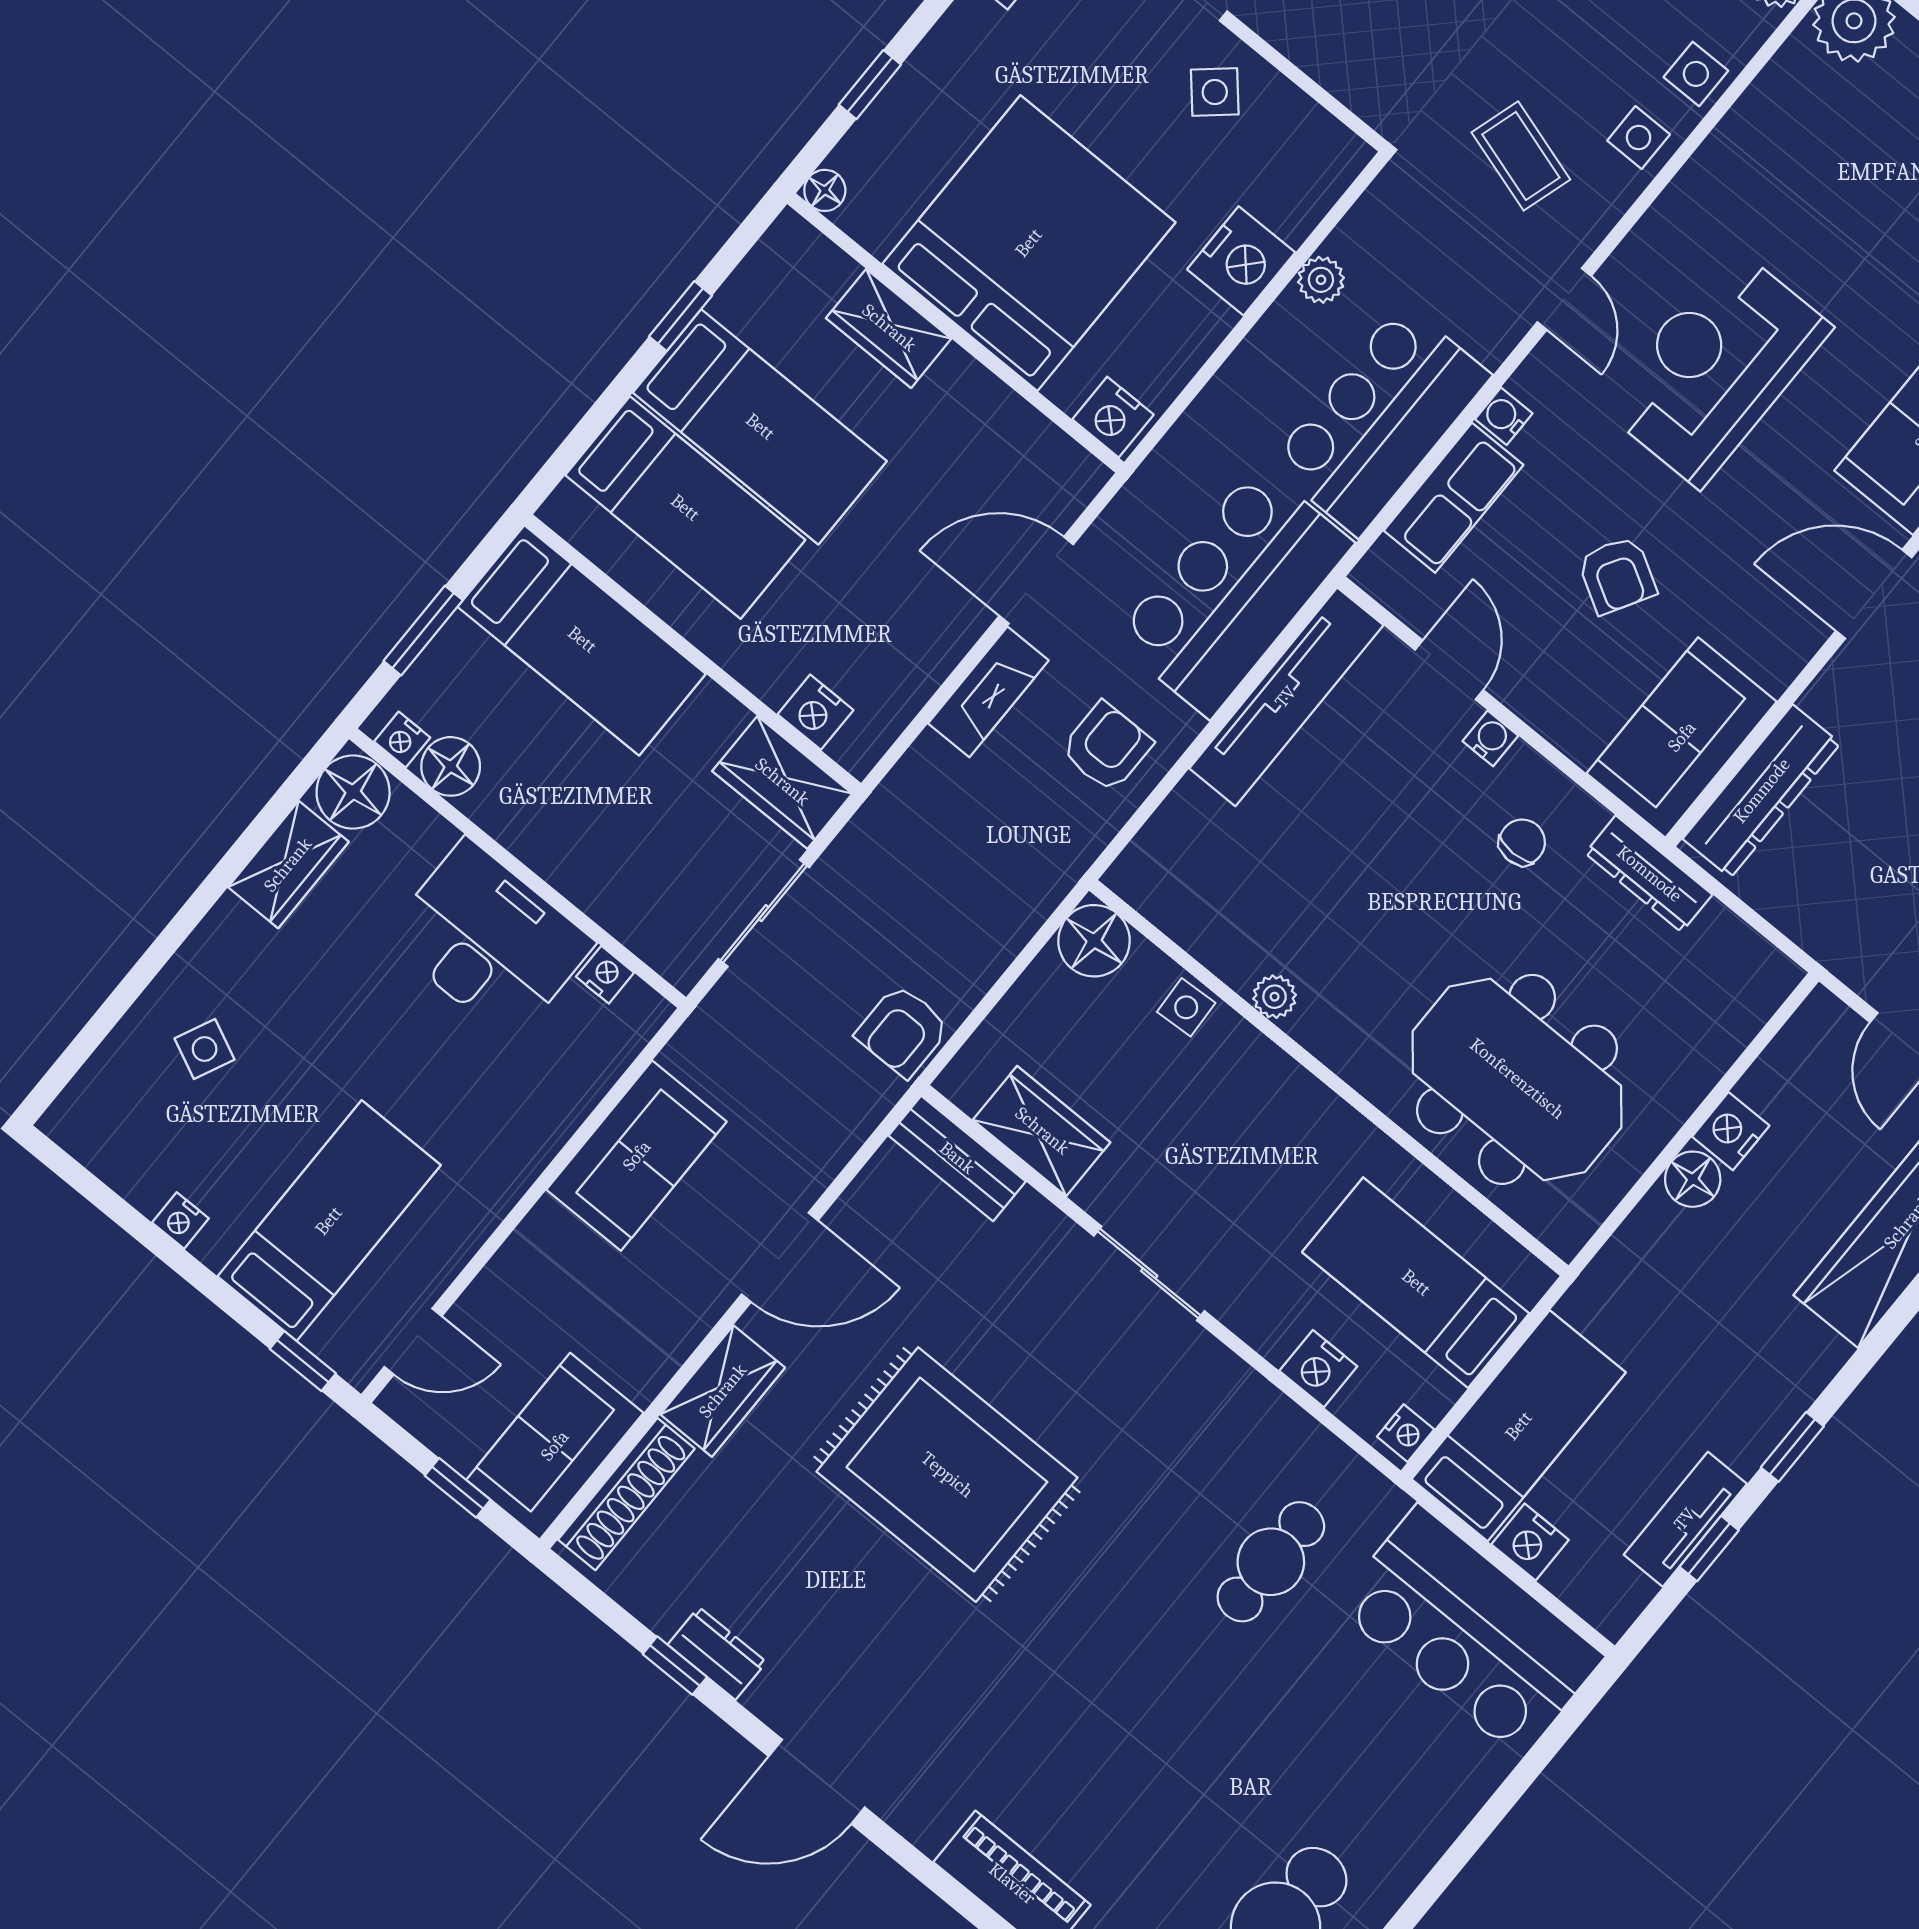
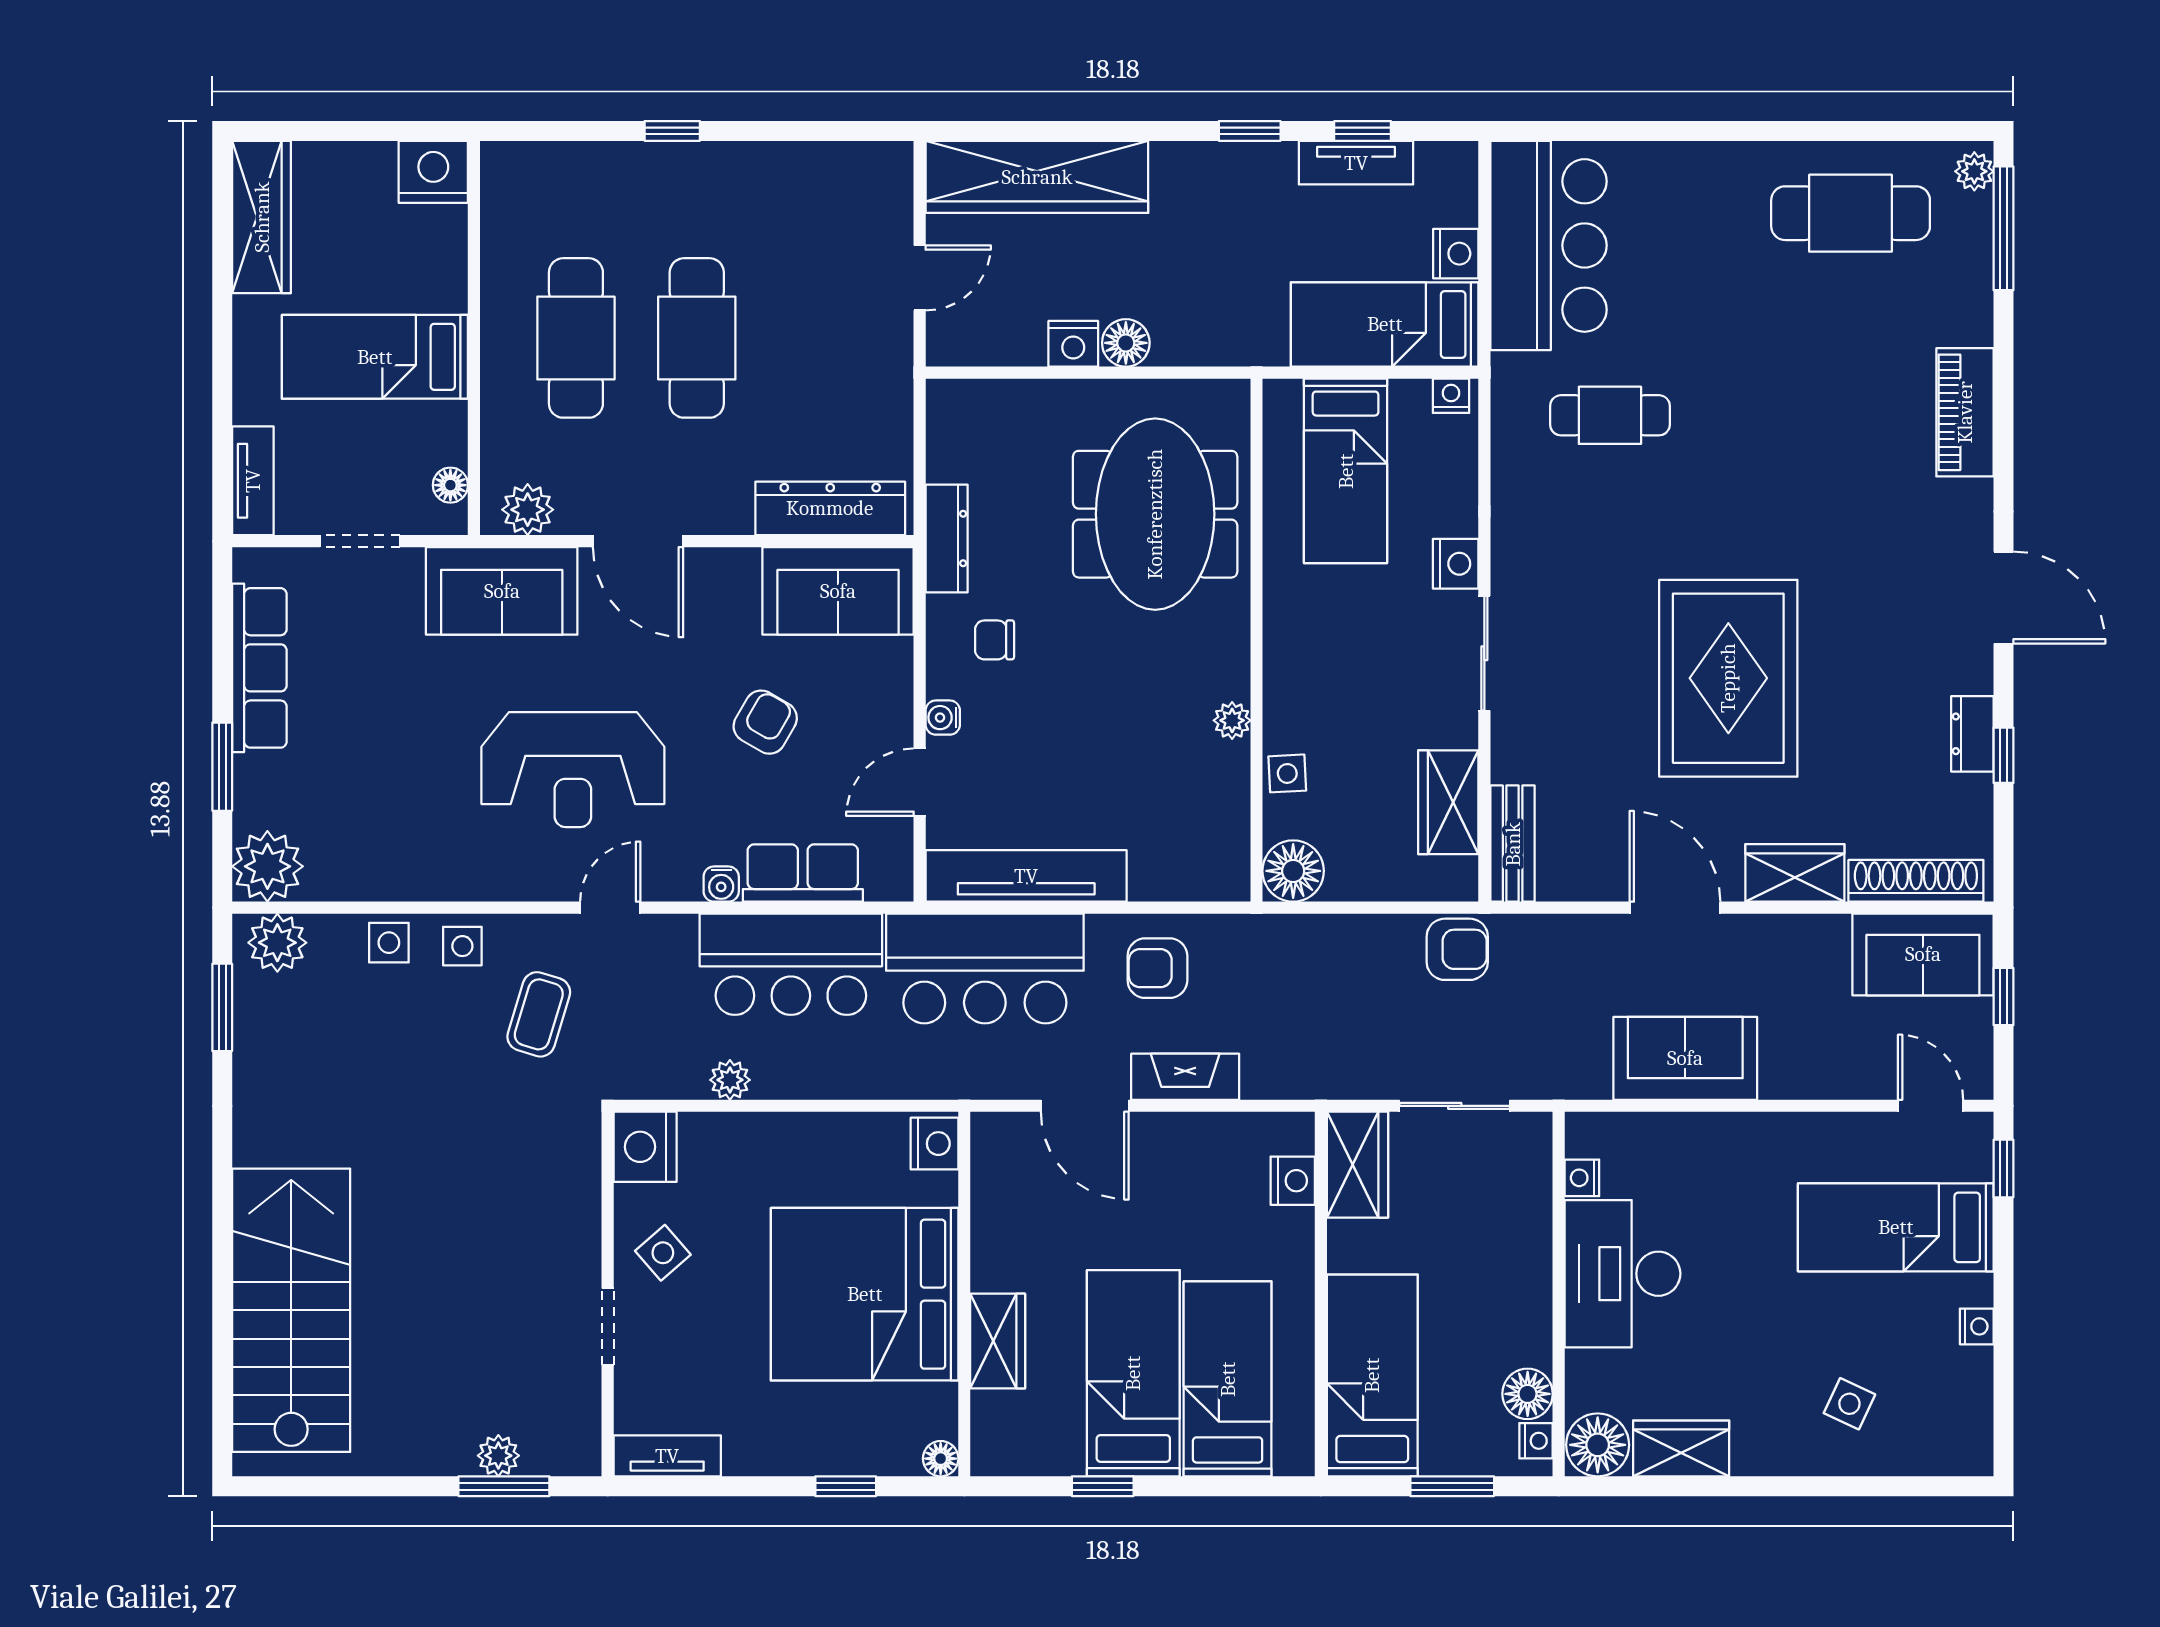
nightstand: (1241, 261) -> (645, 1147), moved, turned -90
nightstand: (1318, 1369) -> (1456, 564), moved

